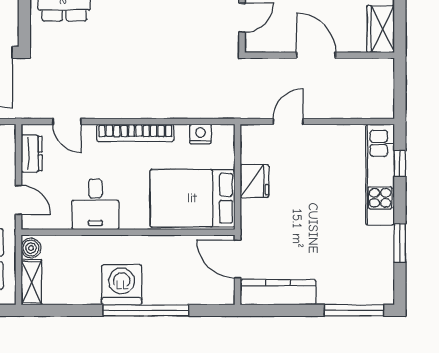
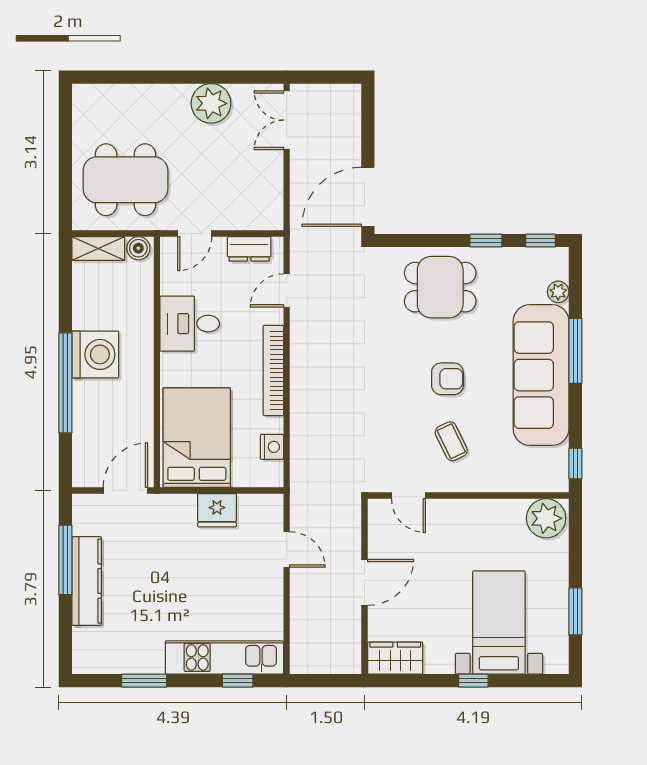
kitchen counter: (278, 292) -> (87, 581), moved
window: (354, 310) -> (65, 560), moved

